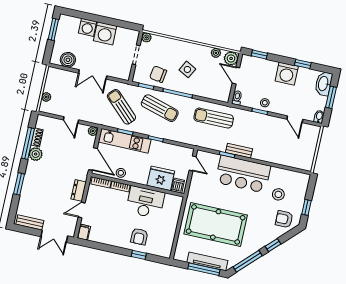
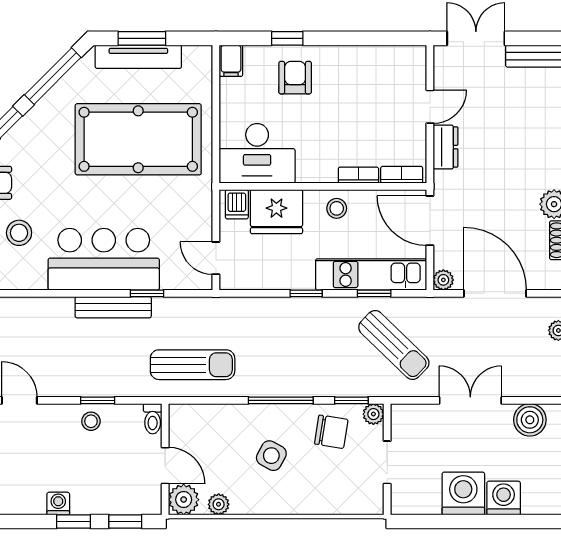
plant: (146, 37) -> (373, 414), moved
window: (303, 64) -> (74, 521), moved
washing machine: (287, 74) -> (58, 504), width x0.53, depth x0.53
sun lounger: (160, 108) -> (312, 360), removed
door: (71, 120) -> (495, 293), width x1.88
bench: (239, 151) -> (113, 307), width x1.36
stool: (121, 173) -> (337, 208), moved
desk: (145, 202) -> (257, 153), moved
filing cabinet: (84, 232) -> (231, 61), moved
window: (204, 269) -> (142, 38), width x0.69

